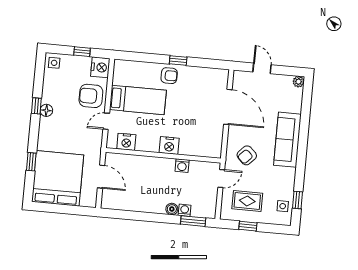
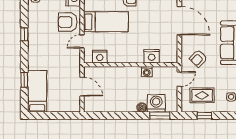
floor lamp: (46, 110) -> (33, 37), removed
nightstand: (169, 145) -> (152, 56), moved
bed: (58, 178) -> (37, 91), width x0.49
washing machine: (185, 210) -> (156, 103), width x1.89, depth x1.89

